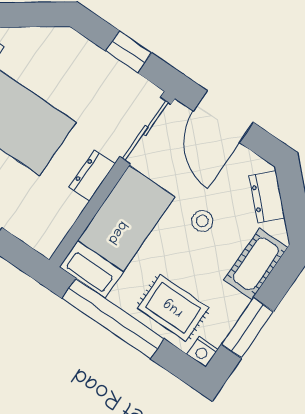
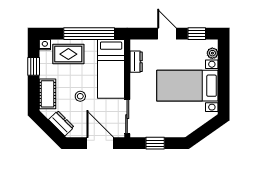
dresser: (92, 176) -> (136, 62), moved
window: (247, 328) -> (34, 66), width x0.67

